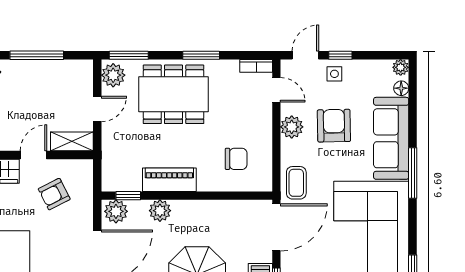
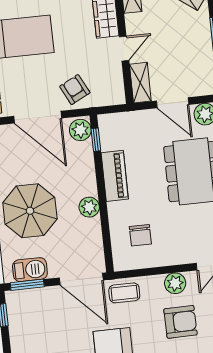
door: (97, 109) -> (173, 103), width x1.38
door: (33, 155) -> (124, 49), hinge flipped
armchair: (54, 194) -> (75, 90), moved
plant: (160, 211) -> (89, 207), moved

